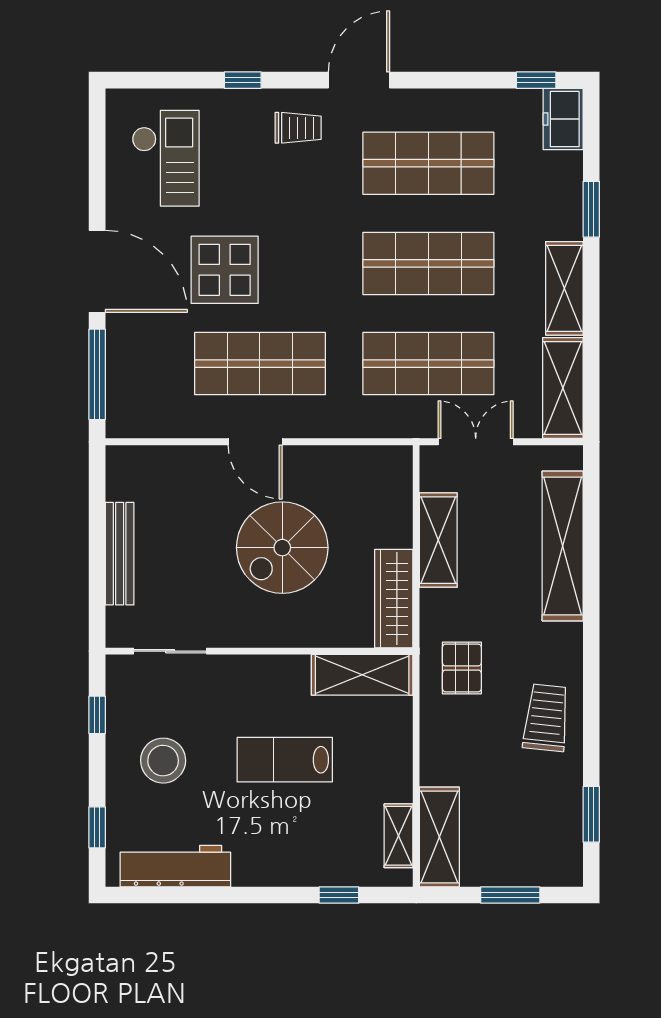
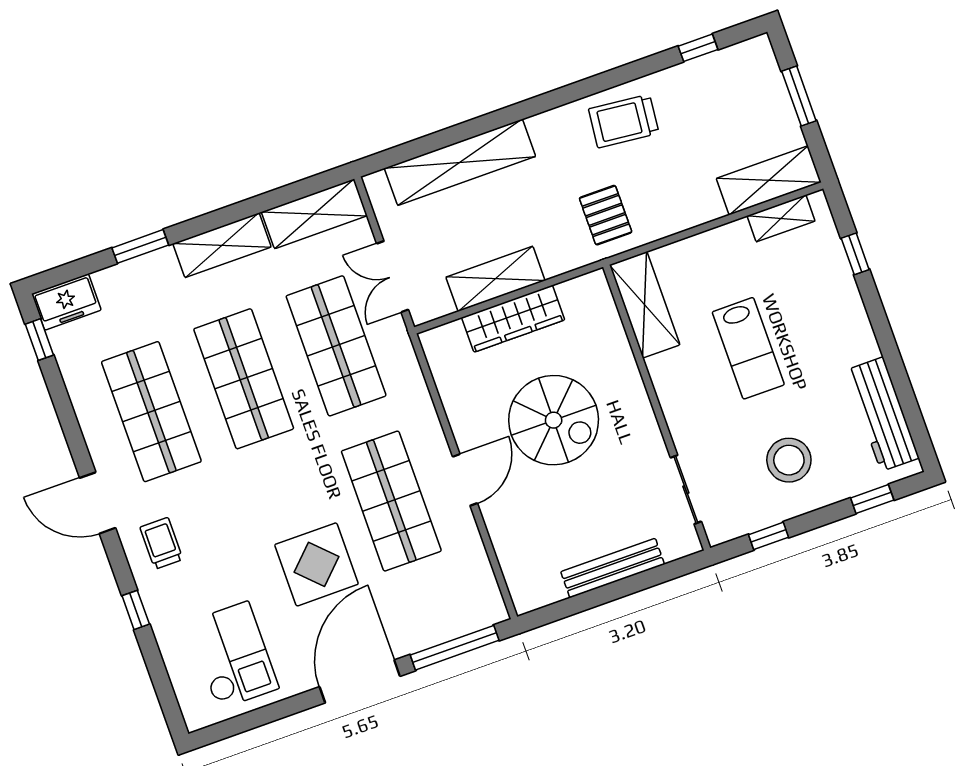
checkout: (166, 158) -> (233, 655), turned 90
wardrobe: (394, 599) -> (513, 319), moved
pallet: (462, 668) -> (606, 215), turned 90
window: (591, 814) -> (698, 48), width x0.67

